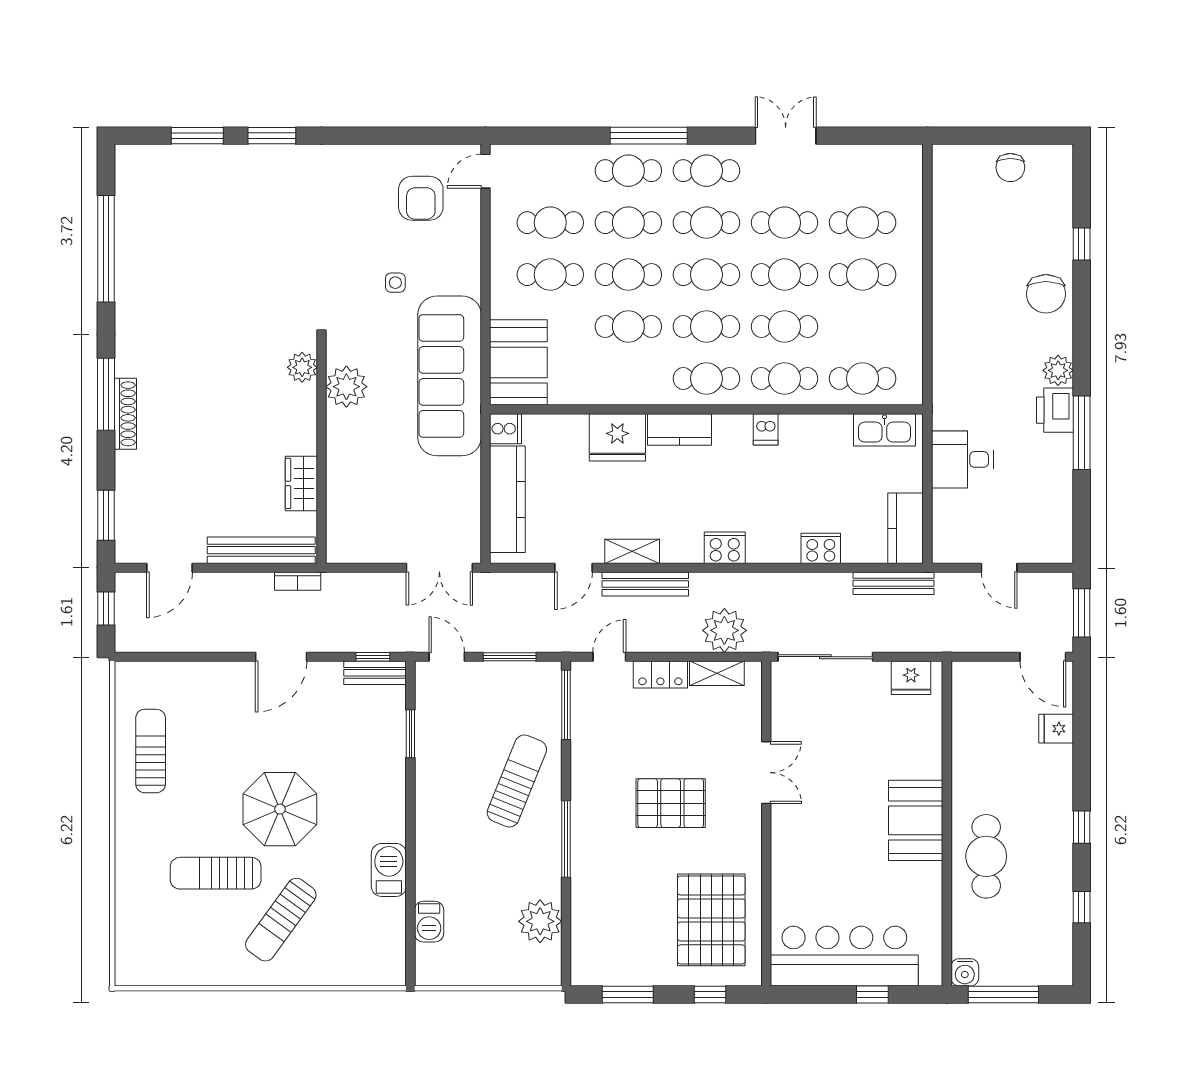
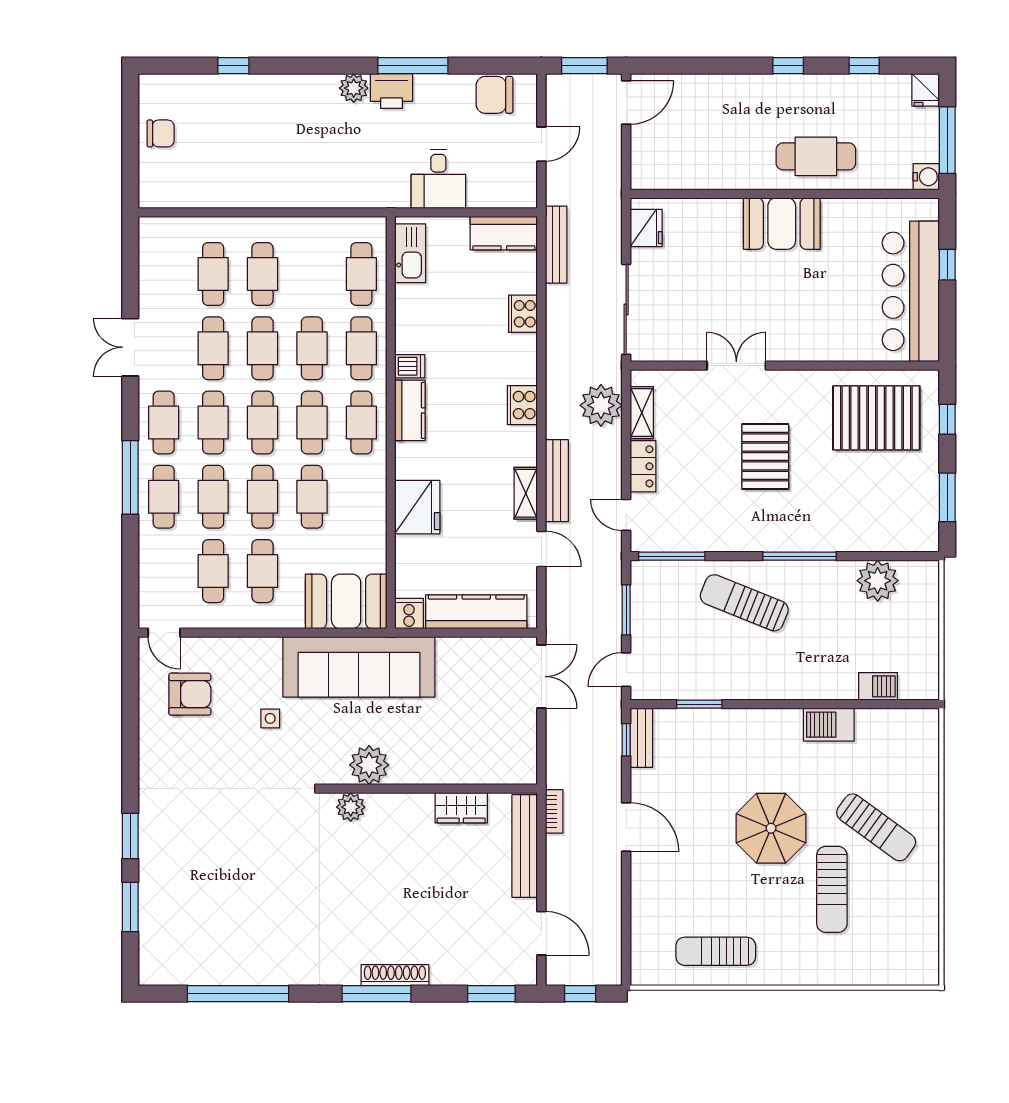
chair: (1046, 294) -> (495, 95), moved, turned 180
kitchen counter: (680, 429) -> (410, 410), moved
fridge: (1056, 729) -> (926, 90), moved

